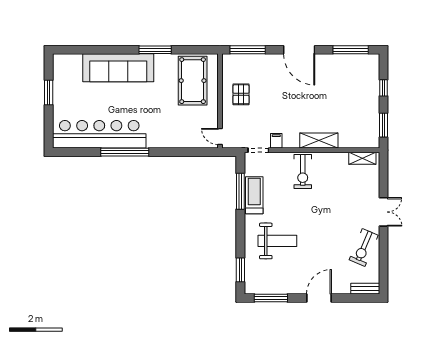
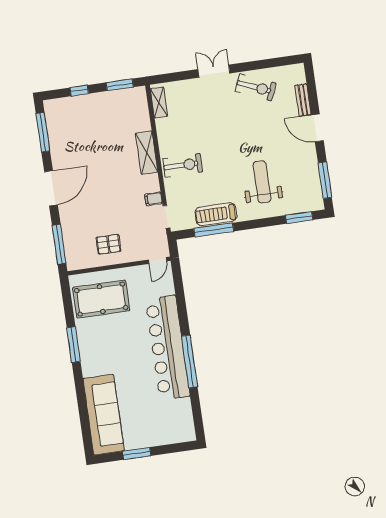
sofa: (118, 68) -> (104, 415), moved
bar counter: (99, 134) -> (168, 348), moved
bench: (365, 289) -> (303, 100), moved

